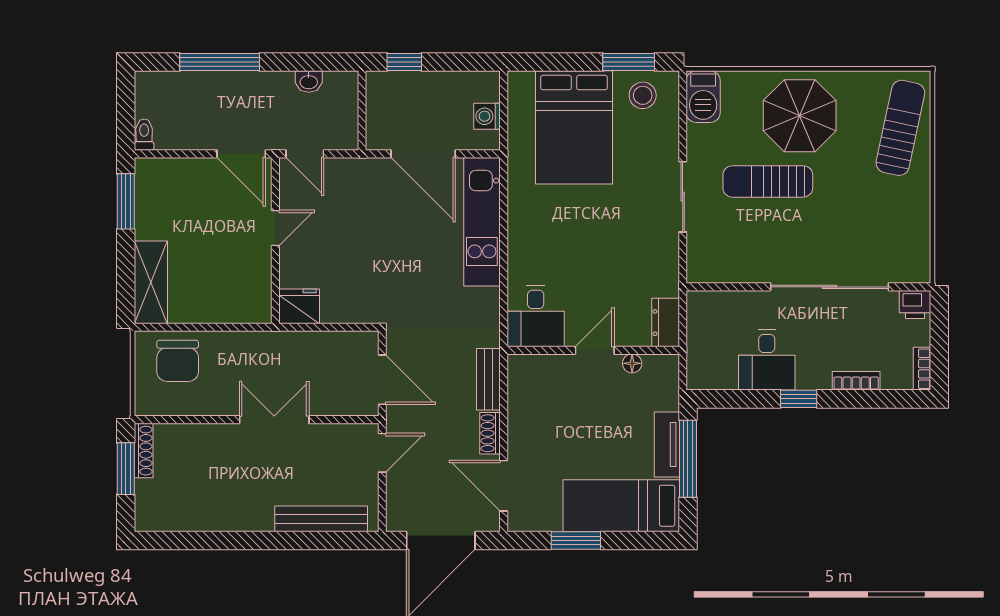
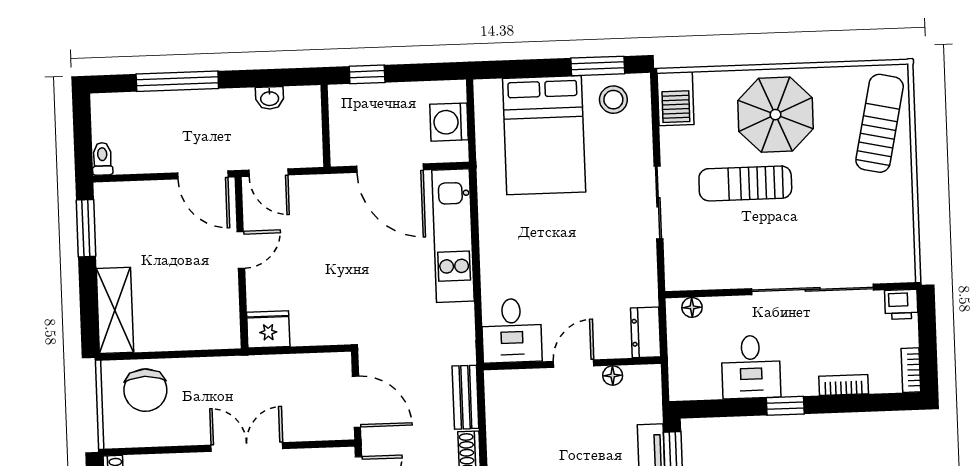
washing machine: (487, 116) -> (449, 122), width x1.38, depth x1.38
floor lamp: (712, 300) -> (692, 307), added

